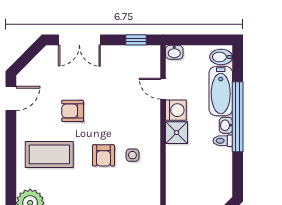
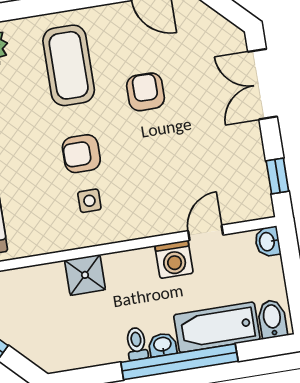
shower: (177, 133) -> (85, 275), moved

